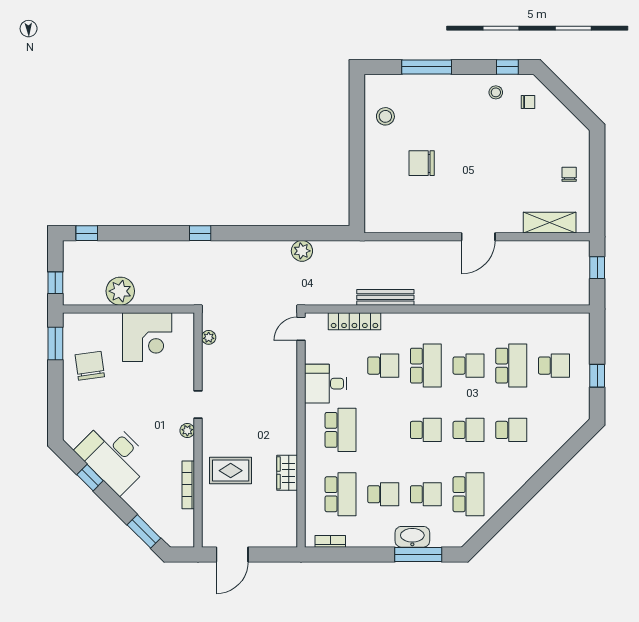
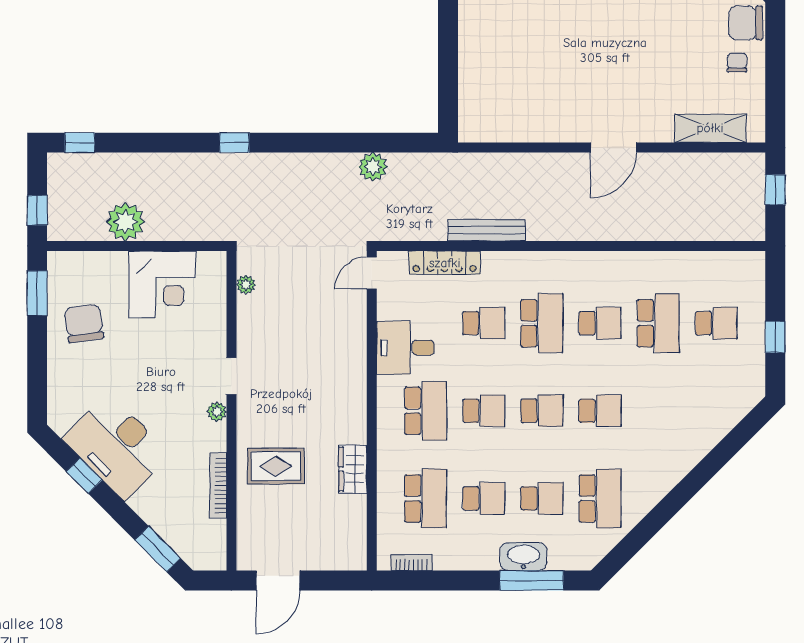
chair: (422, 163) -> (746, 23), moved
school desk: (511, 430) -> (484, 411), moved

